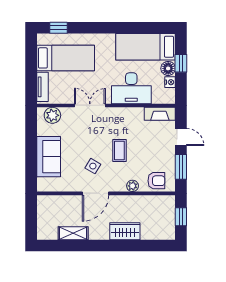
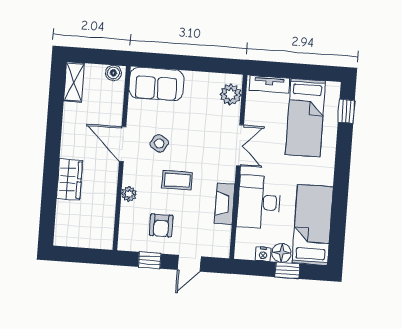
fireplace: (160, 114) -> (225, 204), moved
sofa: (49, 157) -> (156, 84), moved
window: (181, 167) -> (150, 260), width x0.67
armchair: (156, 181) -> (161, 225), moved
boiler: (43, 204) -> (113, 73), added
window: (181, 217) -> (83, 255), removed
shelving: (73, 233) -> (74, 82), moved

